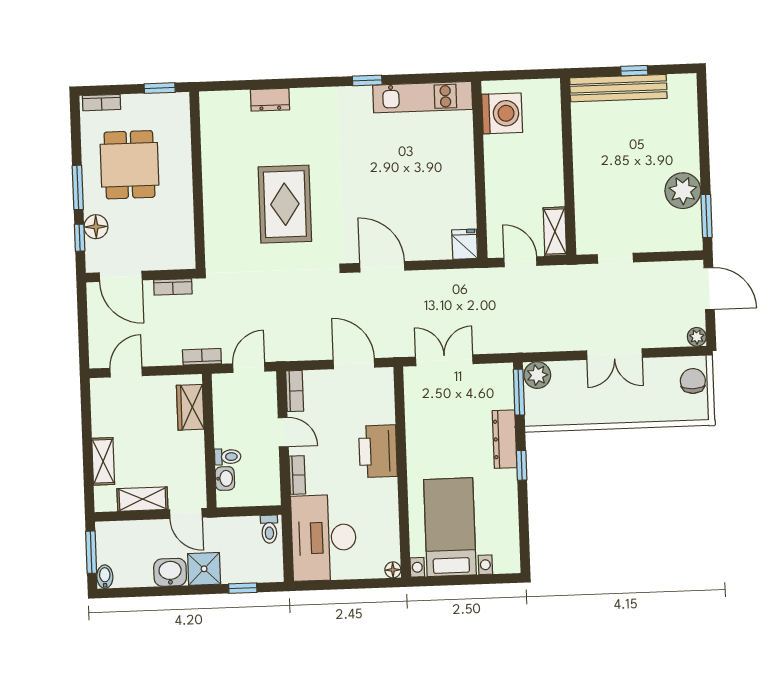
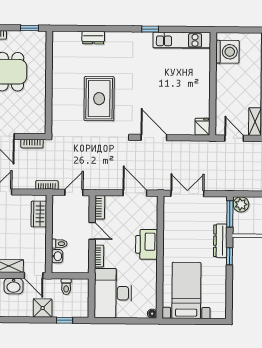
toilet: (269, 529) -> (66, 287), moved
washbasin: (170, 572) -> (14, 286), moved, turned 180

